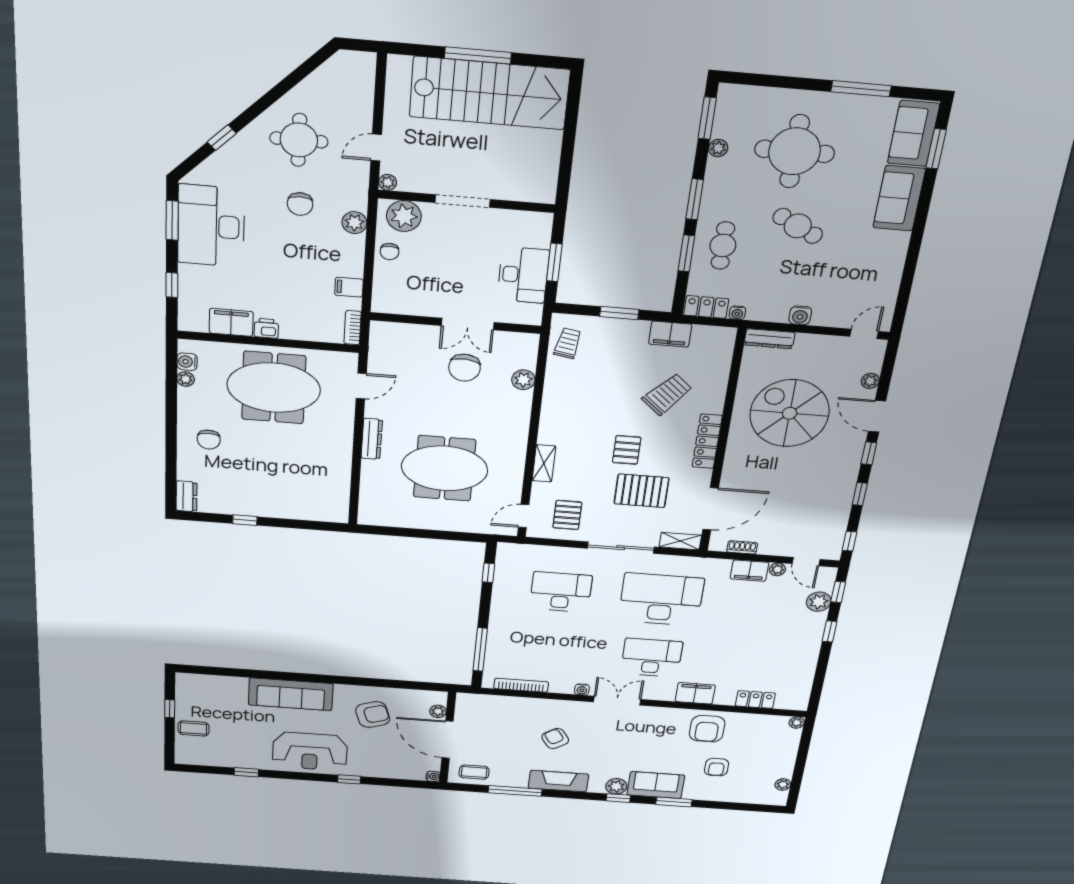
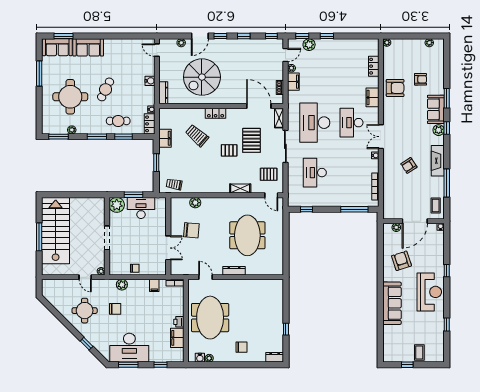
plant: (404, 216) -> (117, 205), moved
double door: (468, 324) -> (168, 248), moved
locker: (707, 441) -> (216, 113), width x0.66

